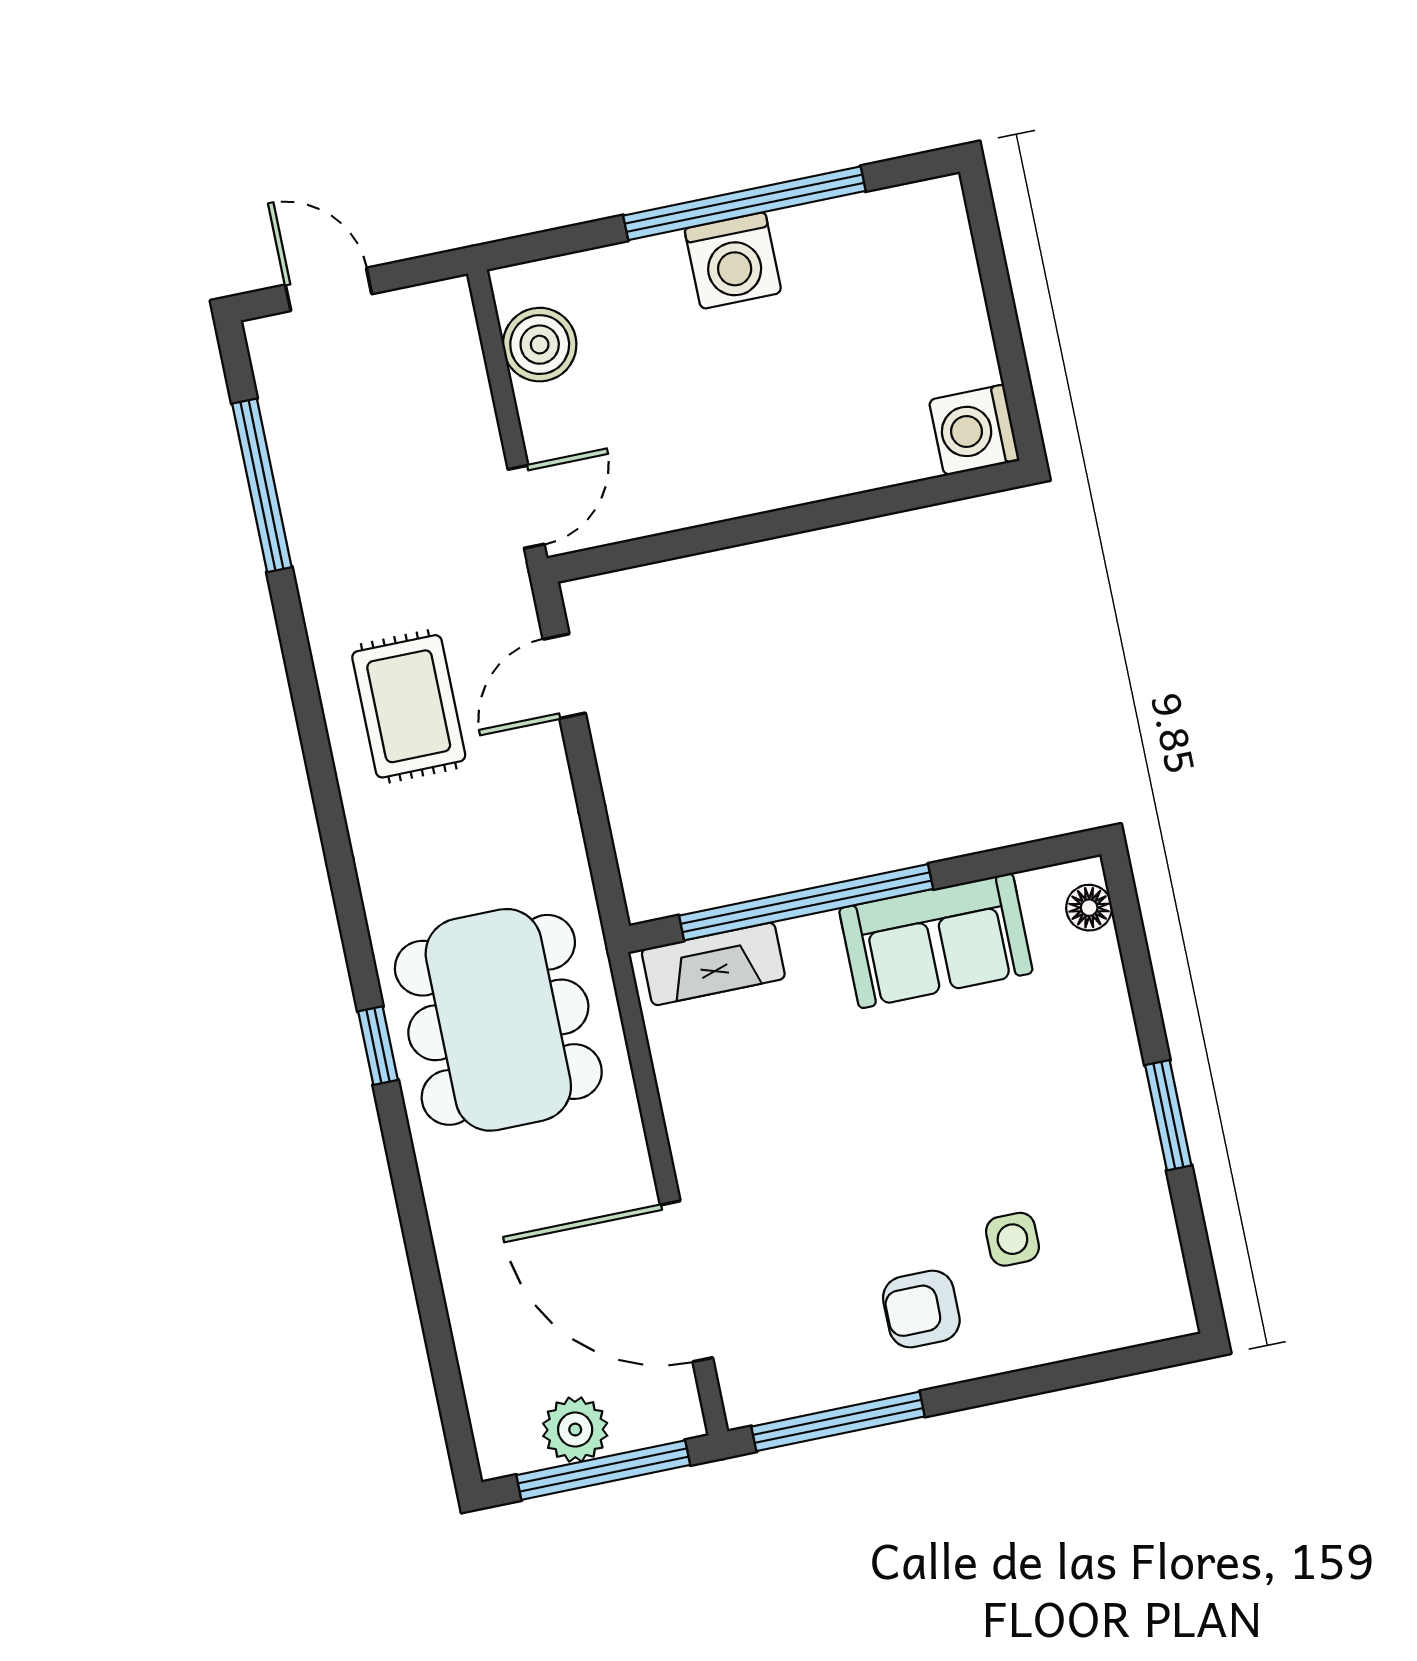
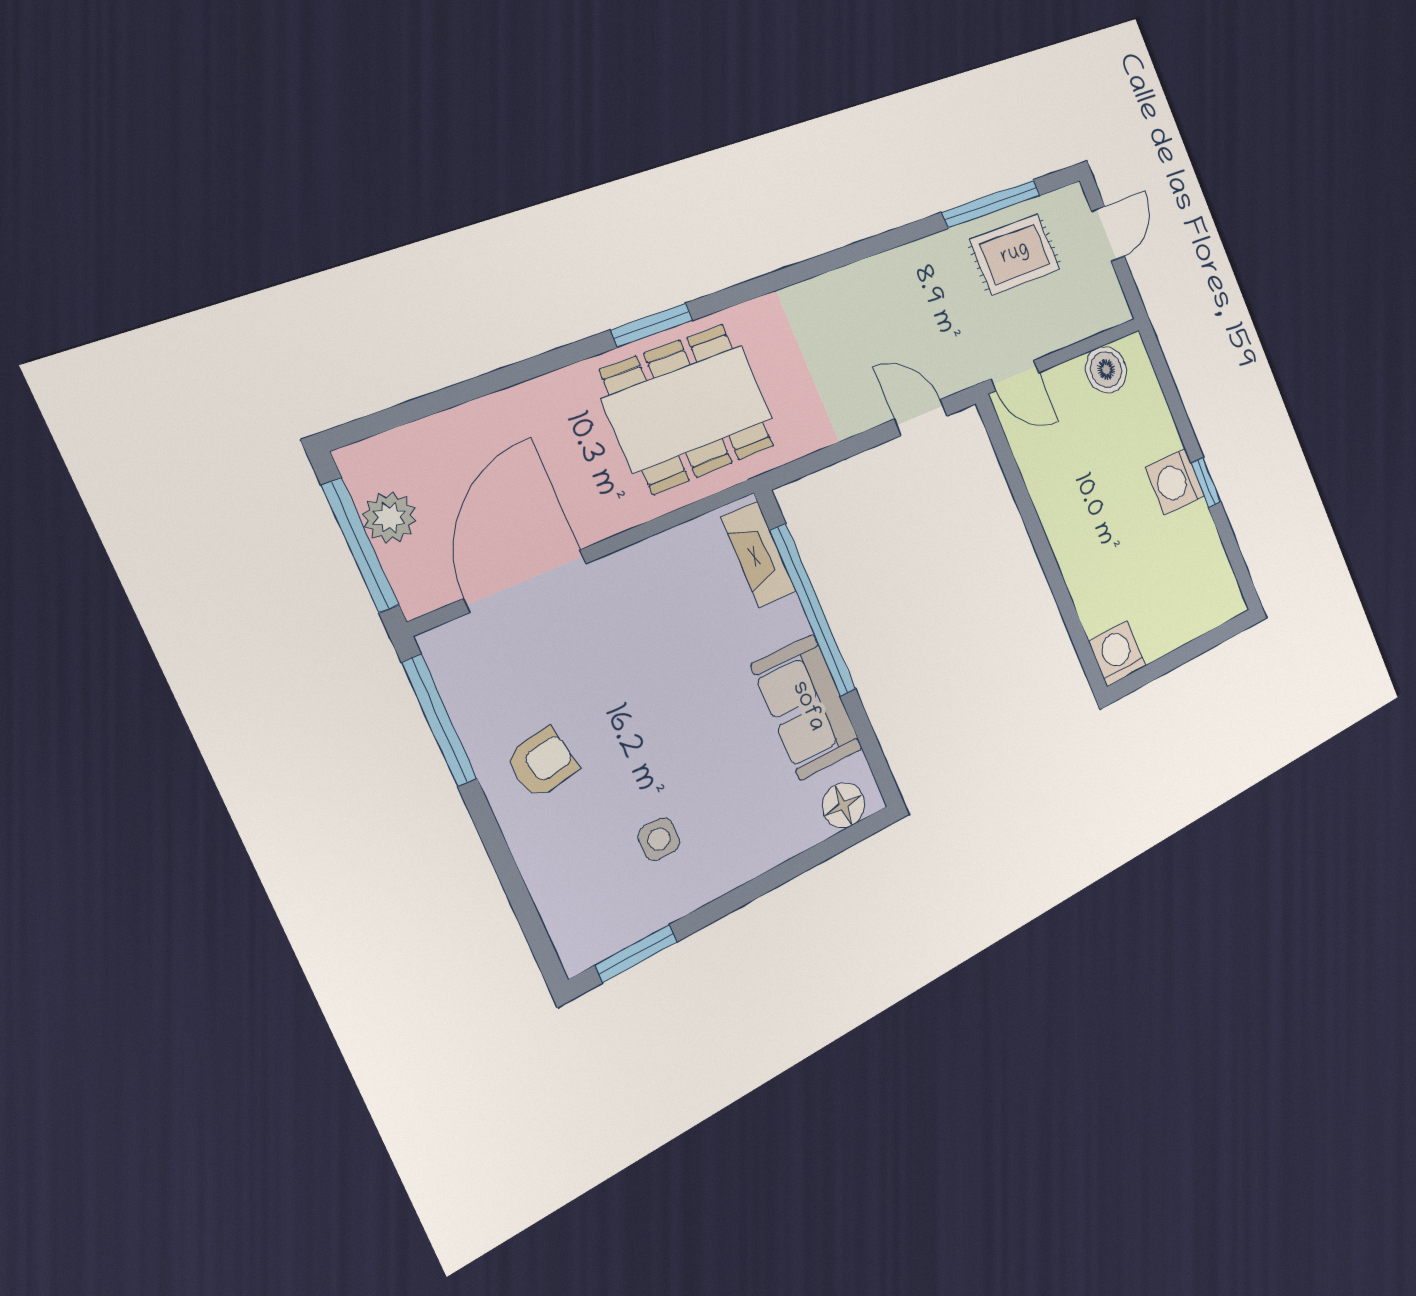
window: (744, 203) -> (1206, 482), width x0.32
rug: (409, 706) -> (1015, 254), moved
floor lamp: (1089, 908) -> (843, 805), width x1.37, depth x1.37
window: (378, 1046) -> (652, 325), width x1.50
window: (1168, 1115) -> (636, 953), moved
side table: (1012, 1239) -> (659, 839), moved
armchair: (921, 1309) -> (542, 763), turned 80

